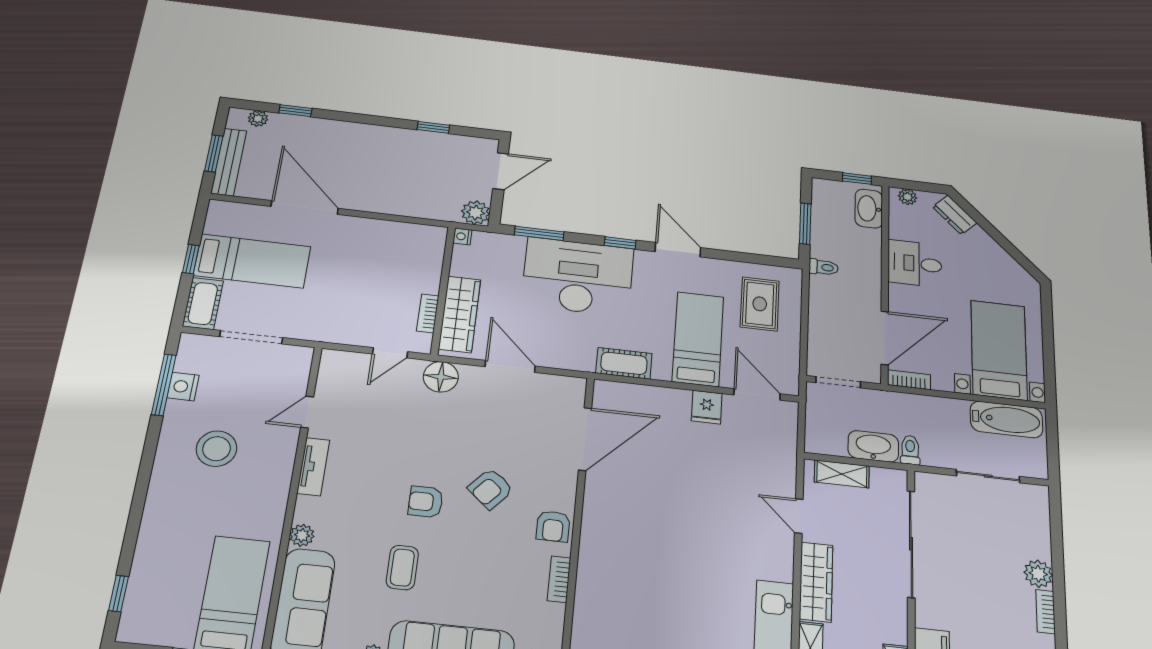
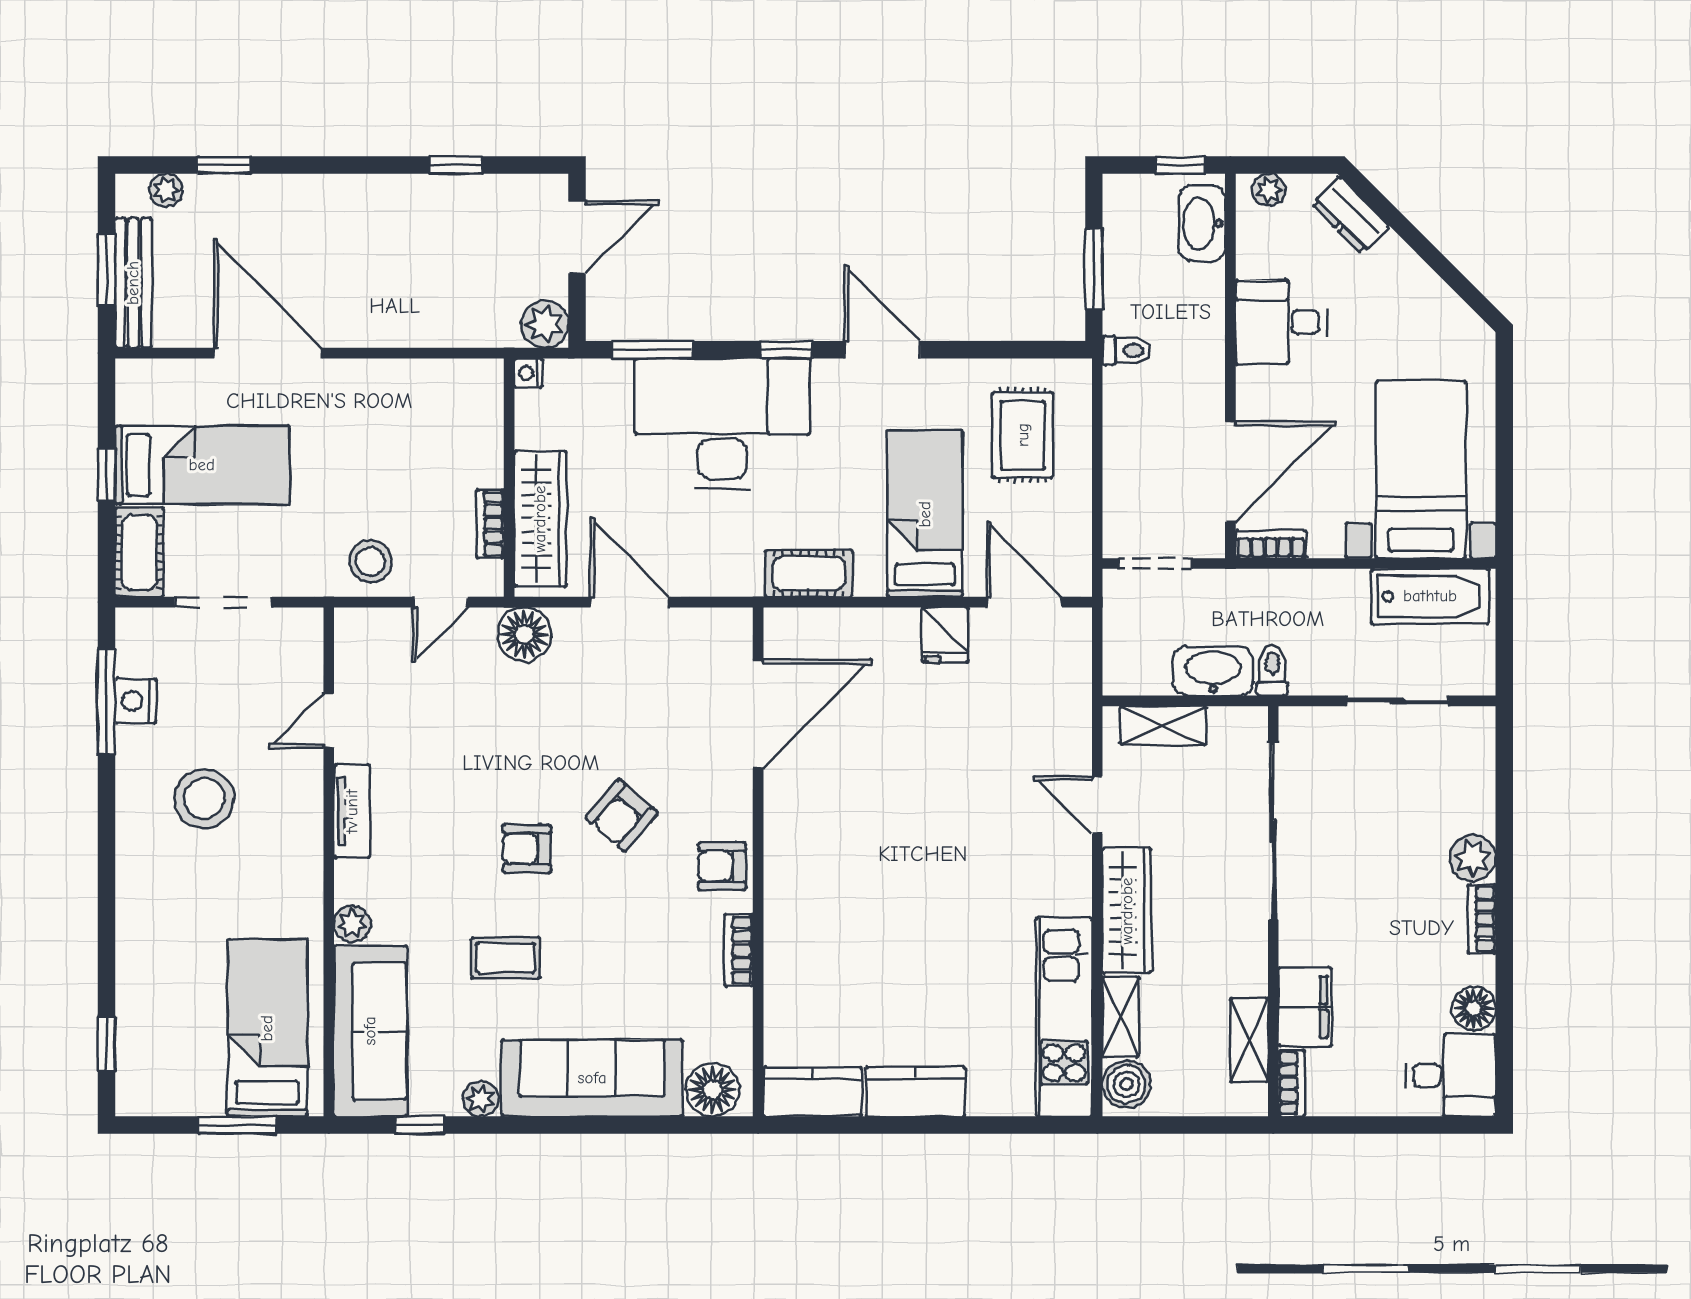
stool: (349, 325) -> (370, 561), added
armchair: (553, 526) -> (722, 866), turned 90
coffee table: (402, 568) -> (506, 958), turned 90

